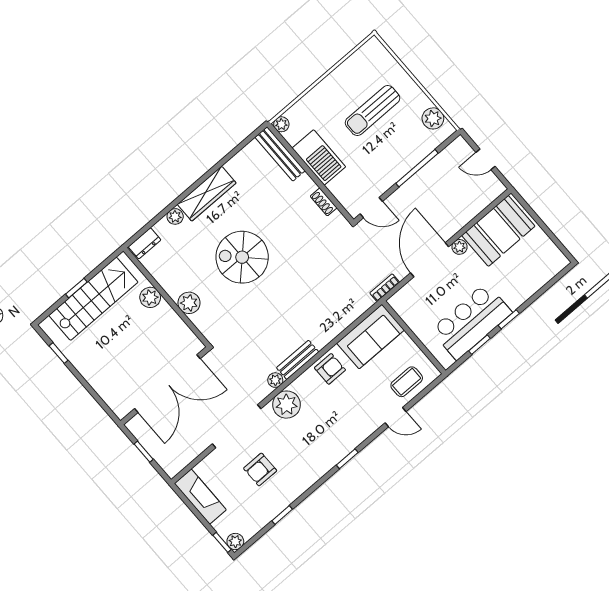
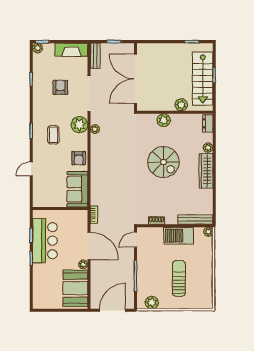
door: (485, 159) -> (113, 310), width x1.88
spiral stairs: (242, 257) -> (163, 162), turned 90
bench: (298, 360) -> (95, 56), moved
coffee table: (407, 382) -> (53, 135), moved

